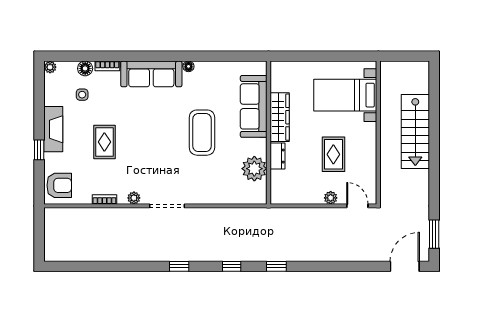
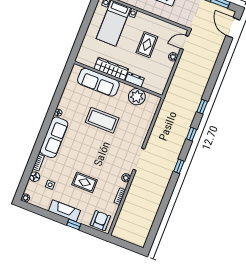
rug: (333, 154) -> (147, 45), turned 90

